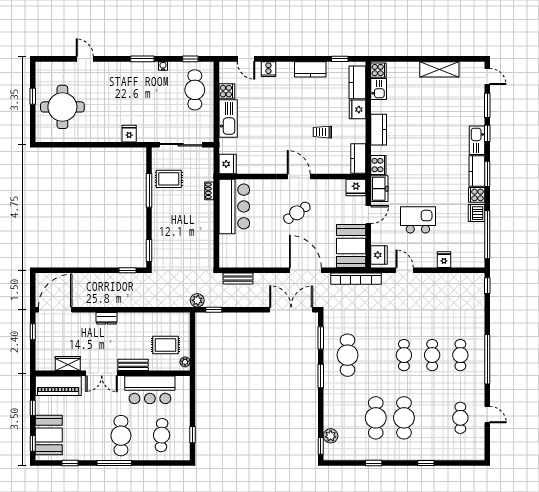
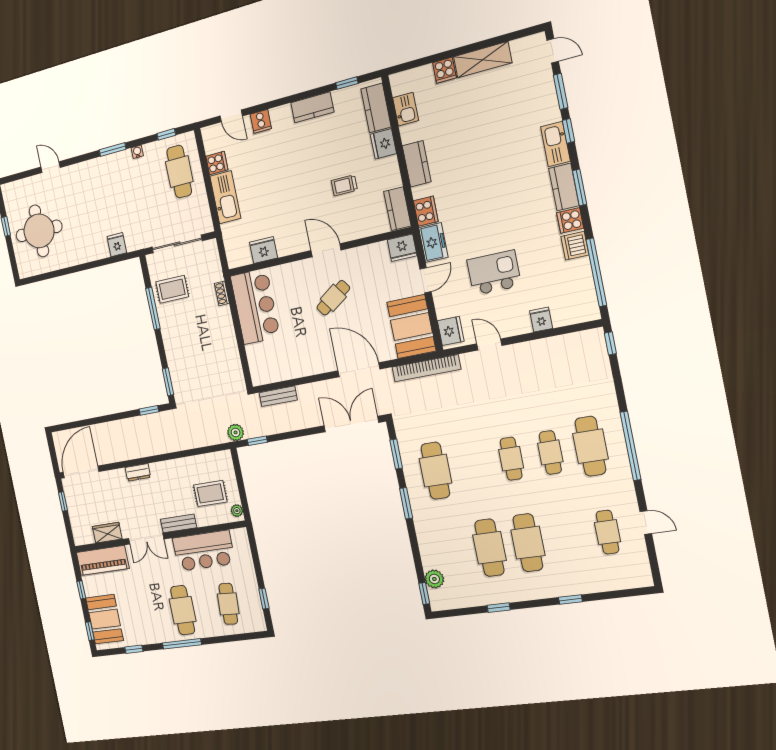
cooker: (379, 70) -> (444, 70), moved, turned 90
fridge: (228, 164) -> (263, 250), moved, turned -90
cafe table: (460, 355) -> (590, 446), width x1.37, depth x1.35

